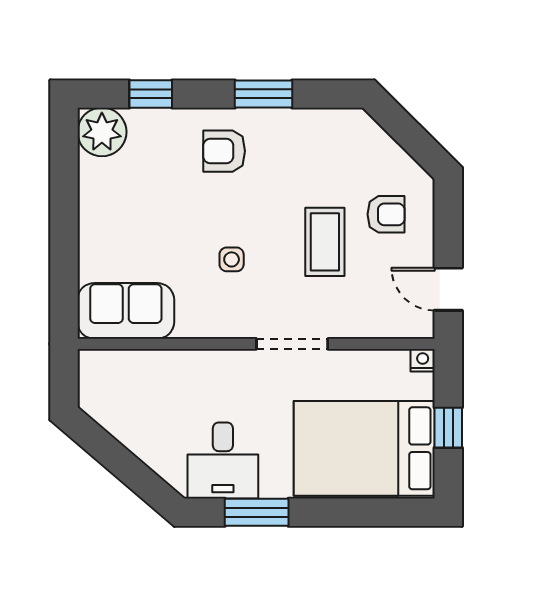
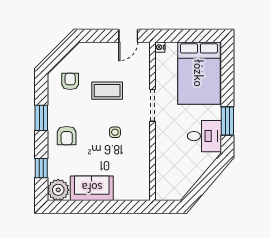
armchair: (386, 214) -> (70, 81), moved
sofa: (126, 311) -> (92, 188), moved, turned 90
window: (448, 428) -> (190, 36), removed

